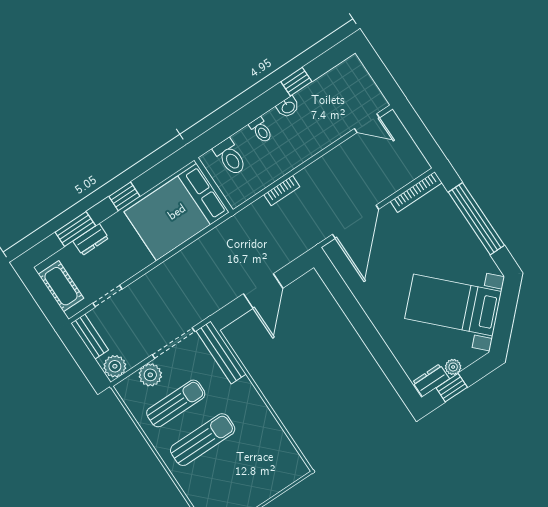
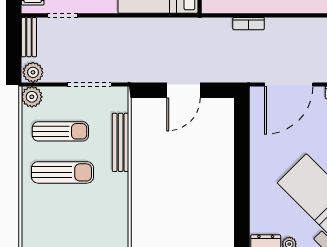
bench: (221, 352) -> (121, 142), moved
plant: (150, 375) -> (32, 97), moved

